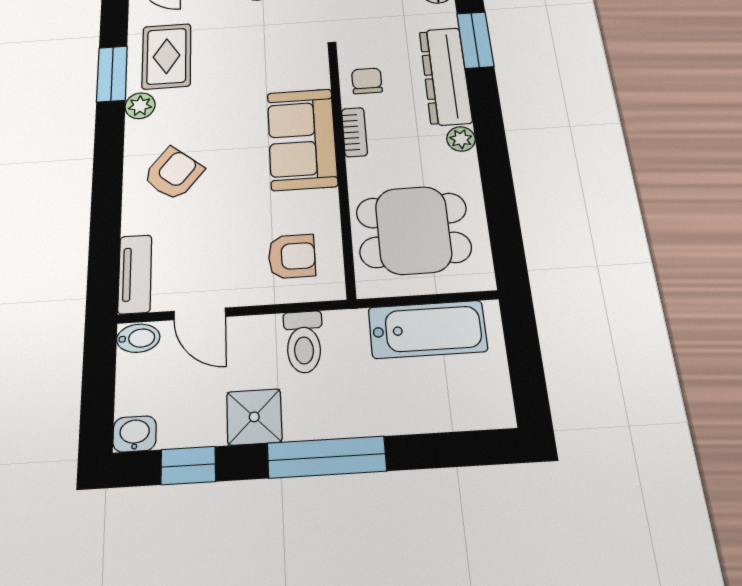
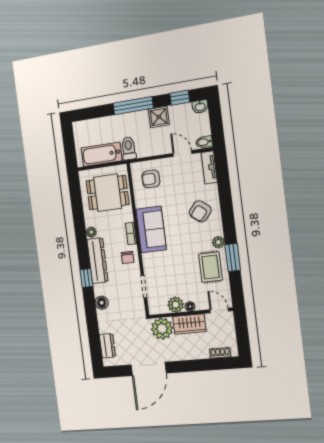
window: (475, 40) -> (86, 278), width x0.67
toilet: (304, 342) -> (129, 148), moved

